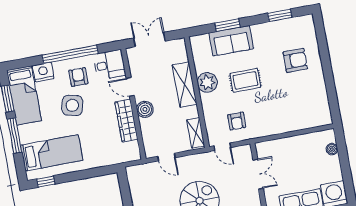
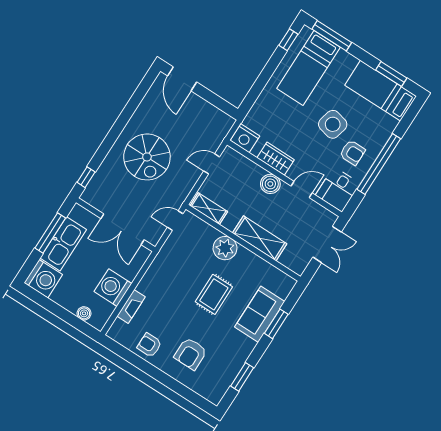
nightstand: (43, 72) -> (245, 138), moved, turned 90
plant: (207, 82) -> (225, 248), moved
wardrobe: (126, 121) -> (276, 159), width x0.67
armchair: (237, 121) -> (149, 345), moved
fireplace: (301, 124) -> (131, 306), added
window: (14, 136) -> (332, 36), moved
washing machine: (299, 146) -> (113, 288), added
double door: (258, 174) -> (122, 229), width x1.37

